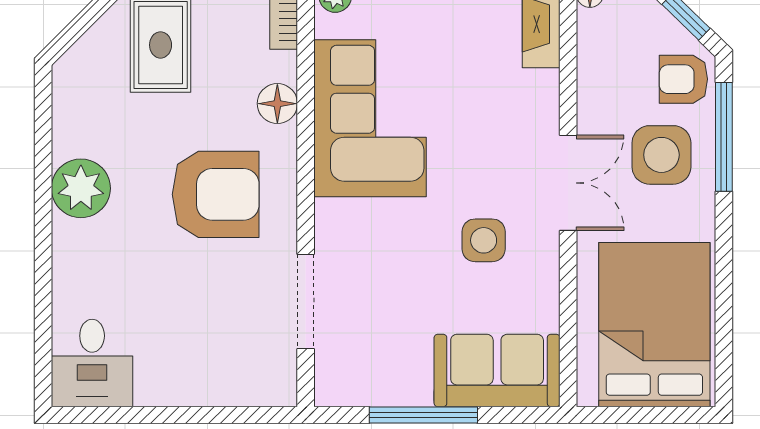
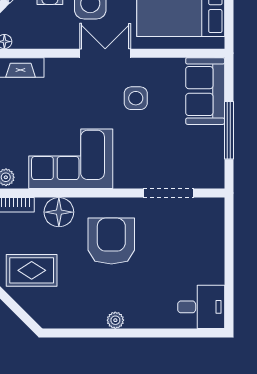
floor lamp: (277, 104) -> (59, 212), width x1.38, depth x1.38
plant: (81, 188) -> (115, 320), width x0.53, depth x0.53

